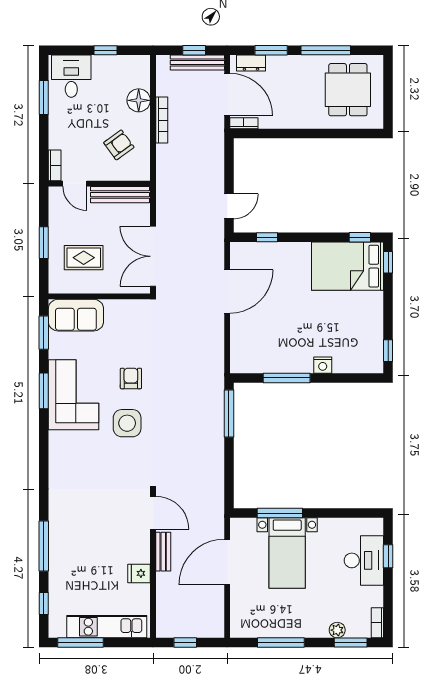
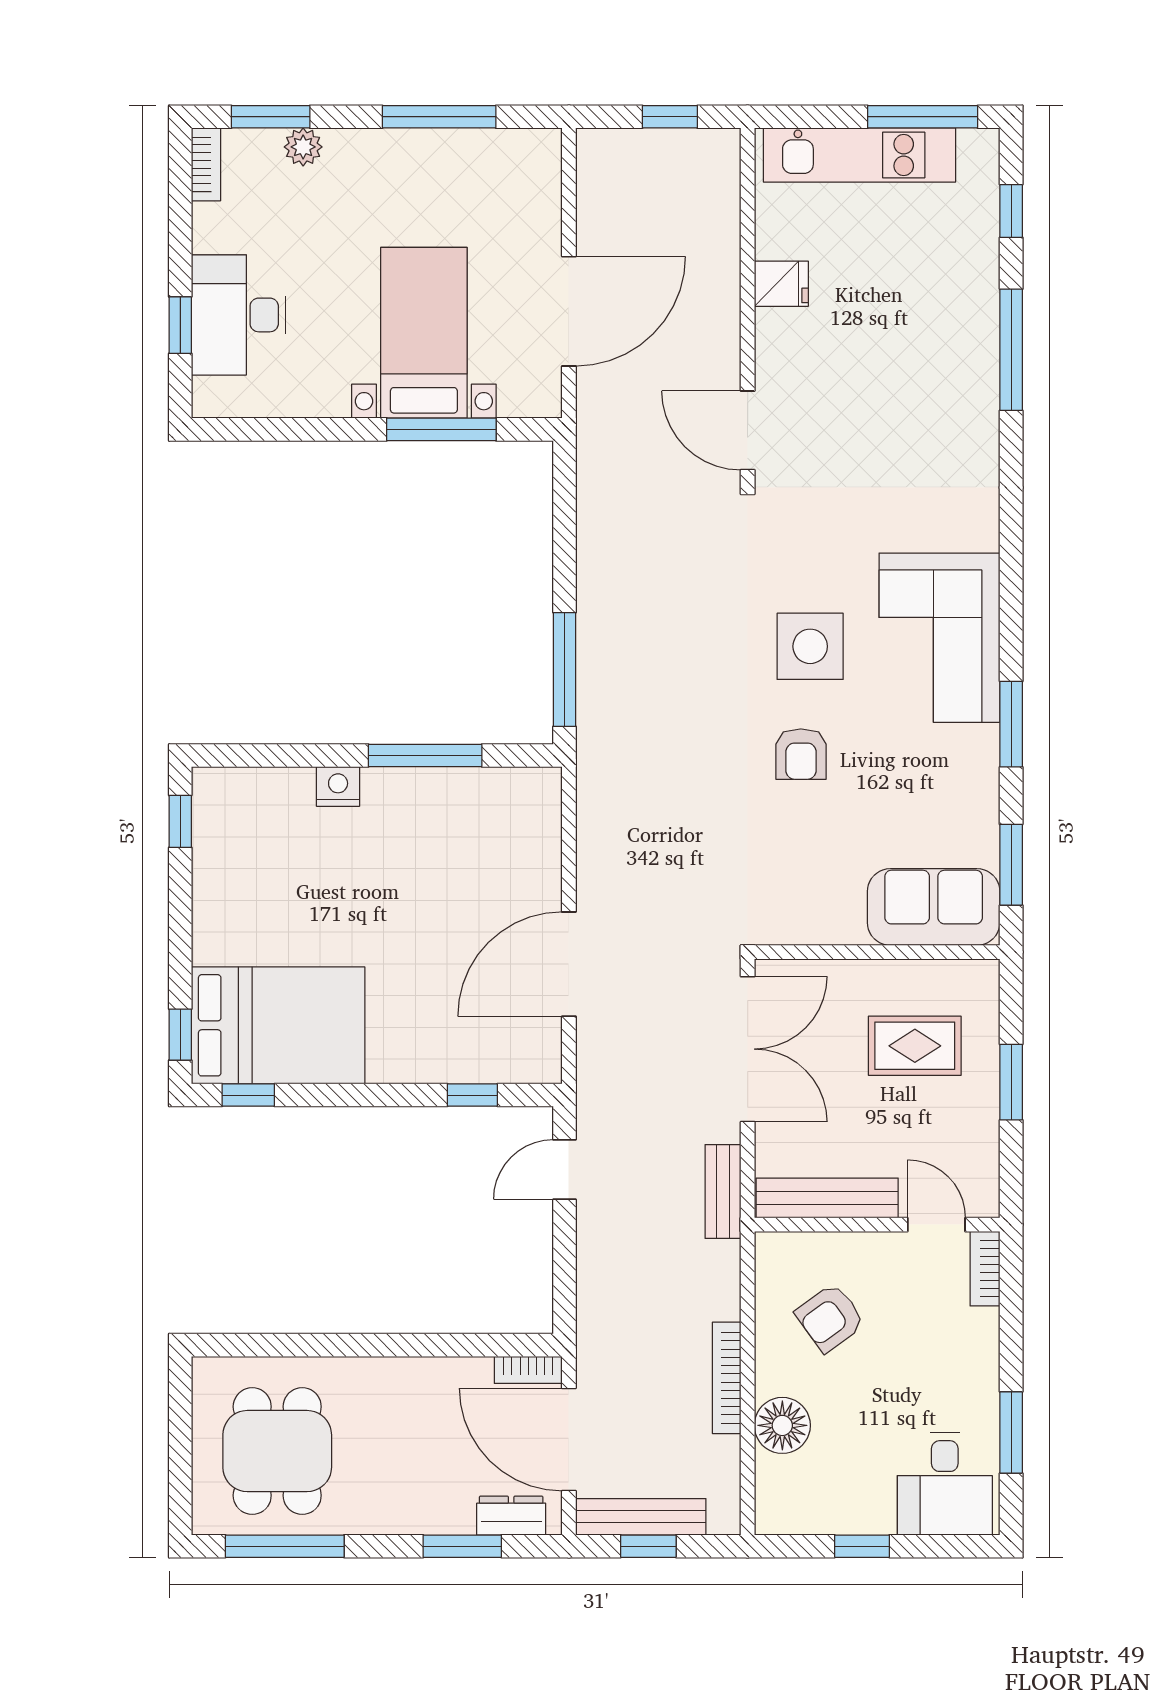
window: (326, 50) -> (285, 1546), moved
corner sofa: (73, 395) -> (940, 638), moved
bench: (163, 552) -> (723, 1192), moved

